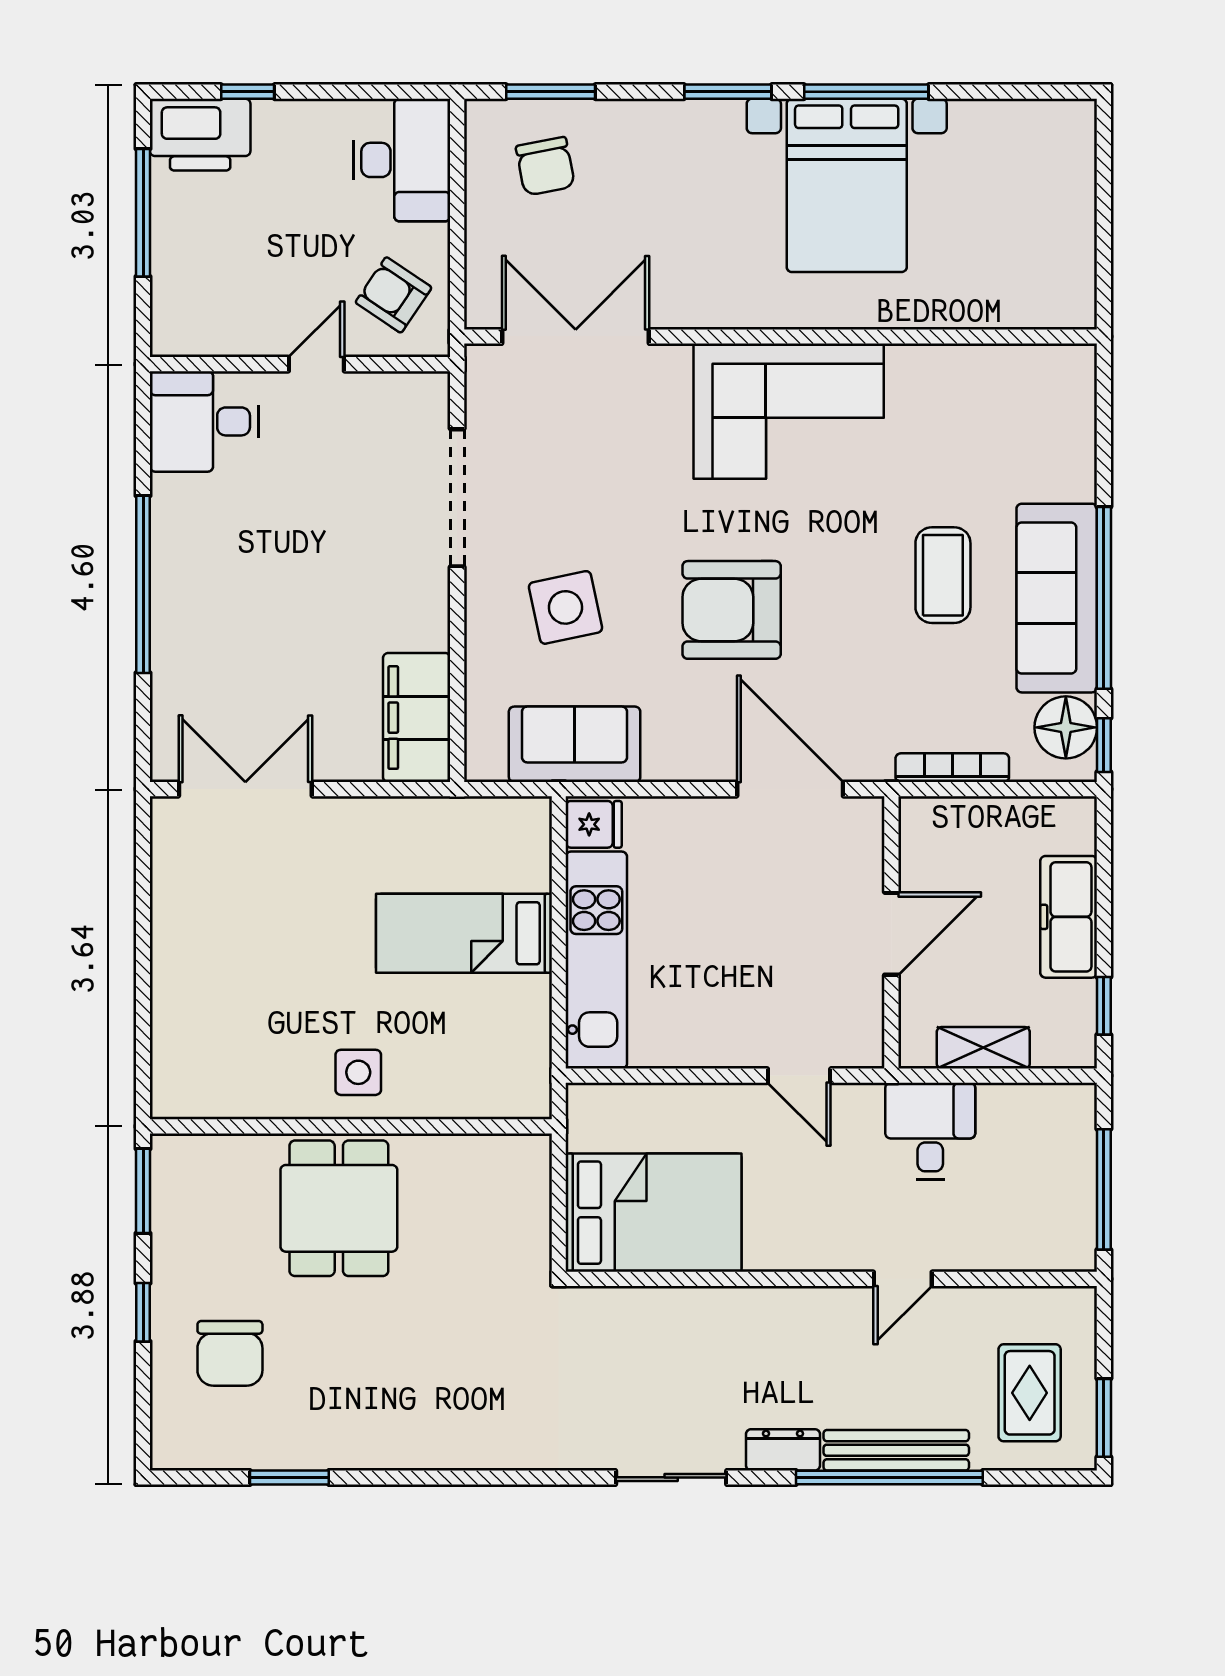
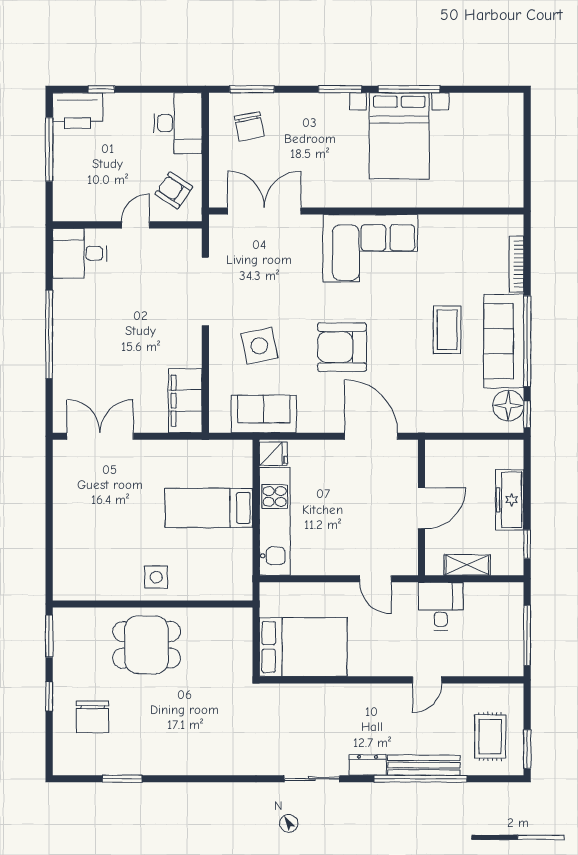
bookcase: (952, 768) -> (517, 264), moved, turned -90
dining table: (339, 1208) -> (147, 645), turned 90

